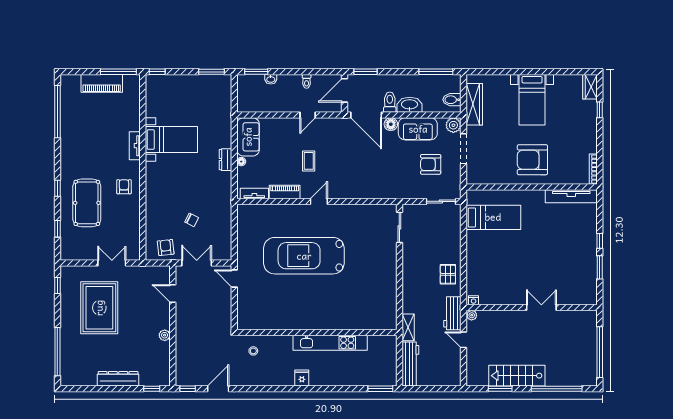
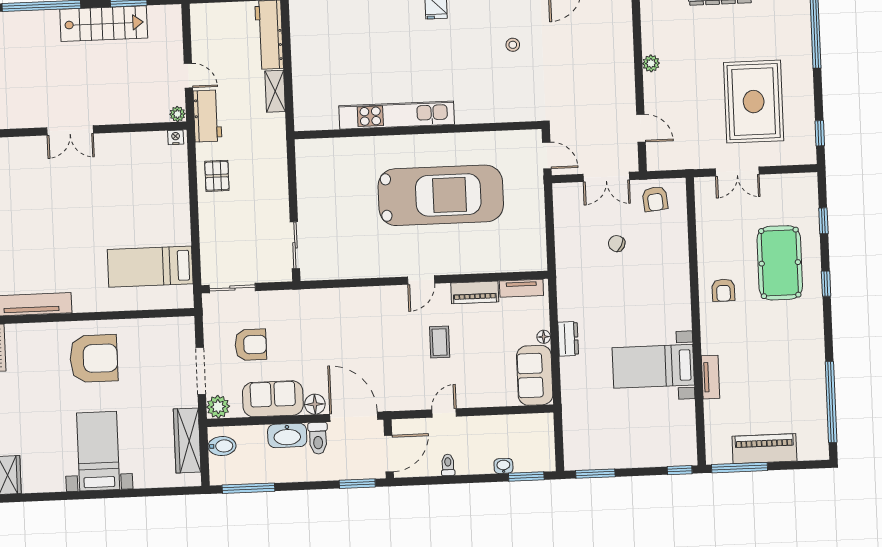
tv unit: (135, 146) -> (710, 377), moved
wall: (317, 332) -> (418, 130), moved
kitchen unit: (330, 343) -> (397, 115), moved

